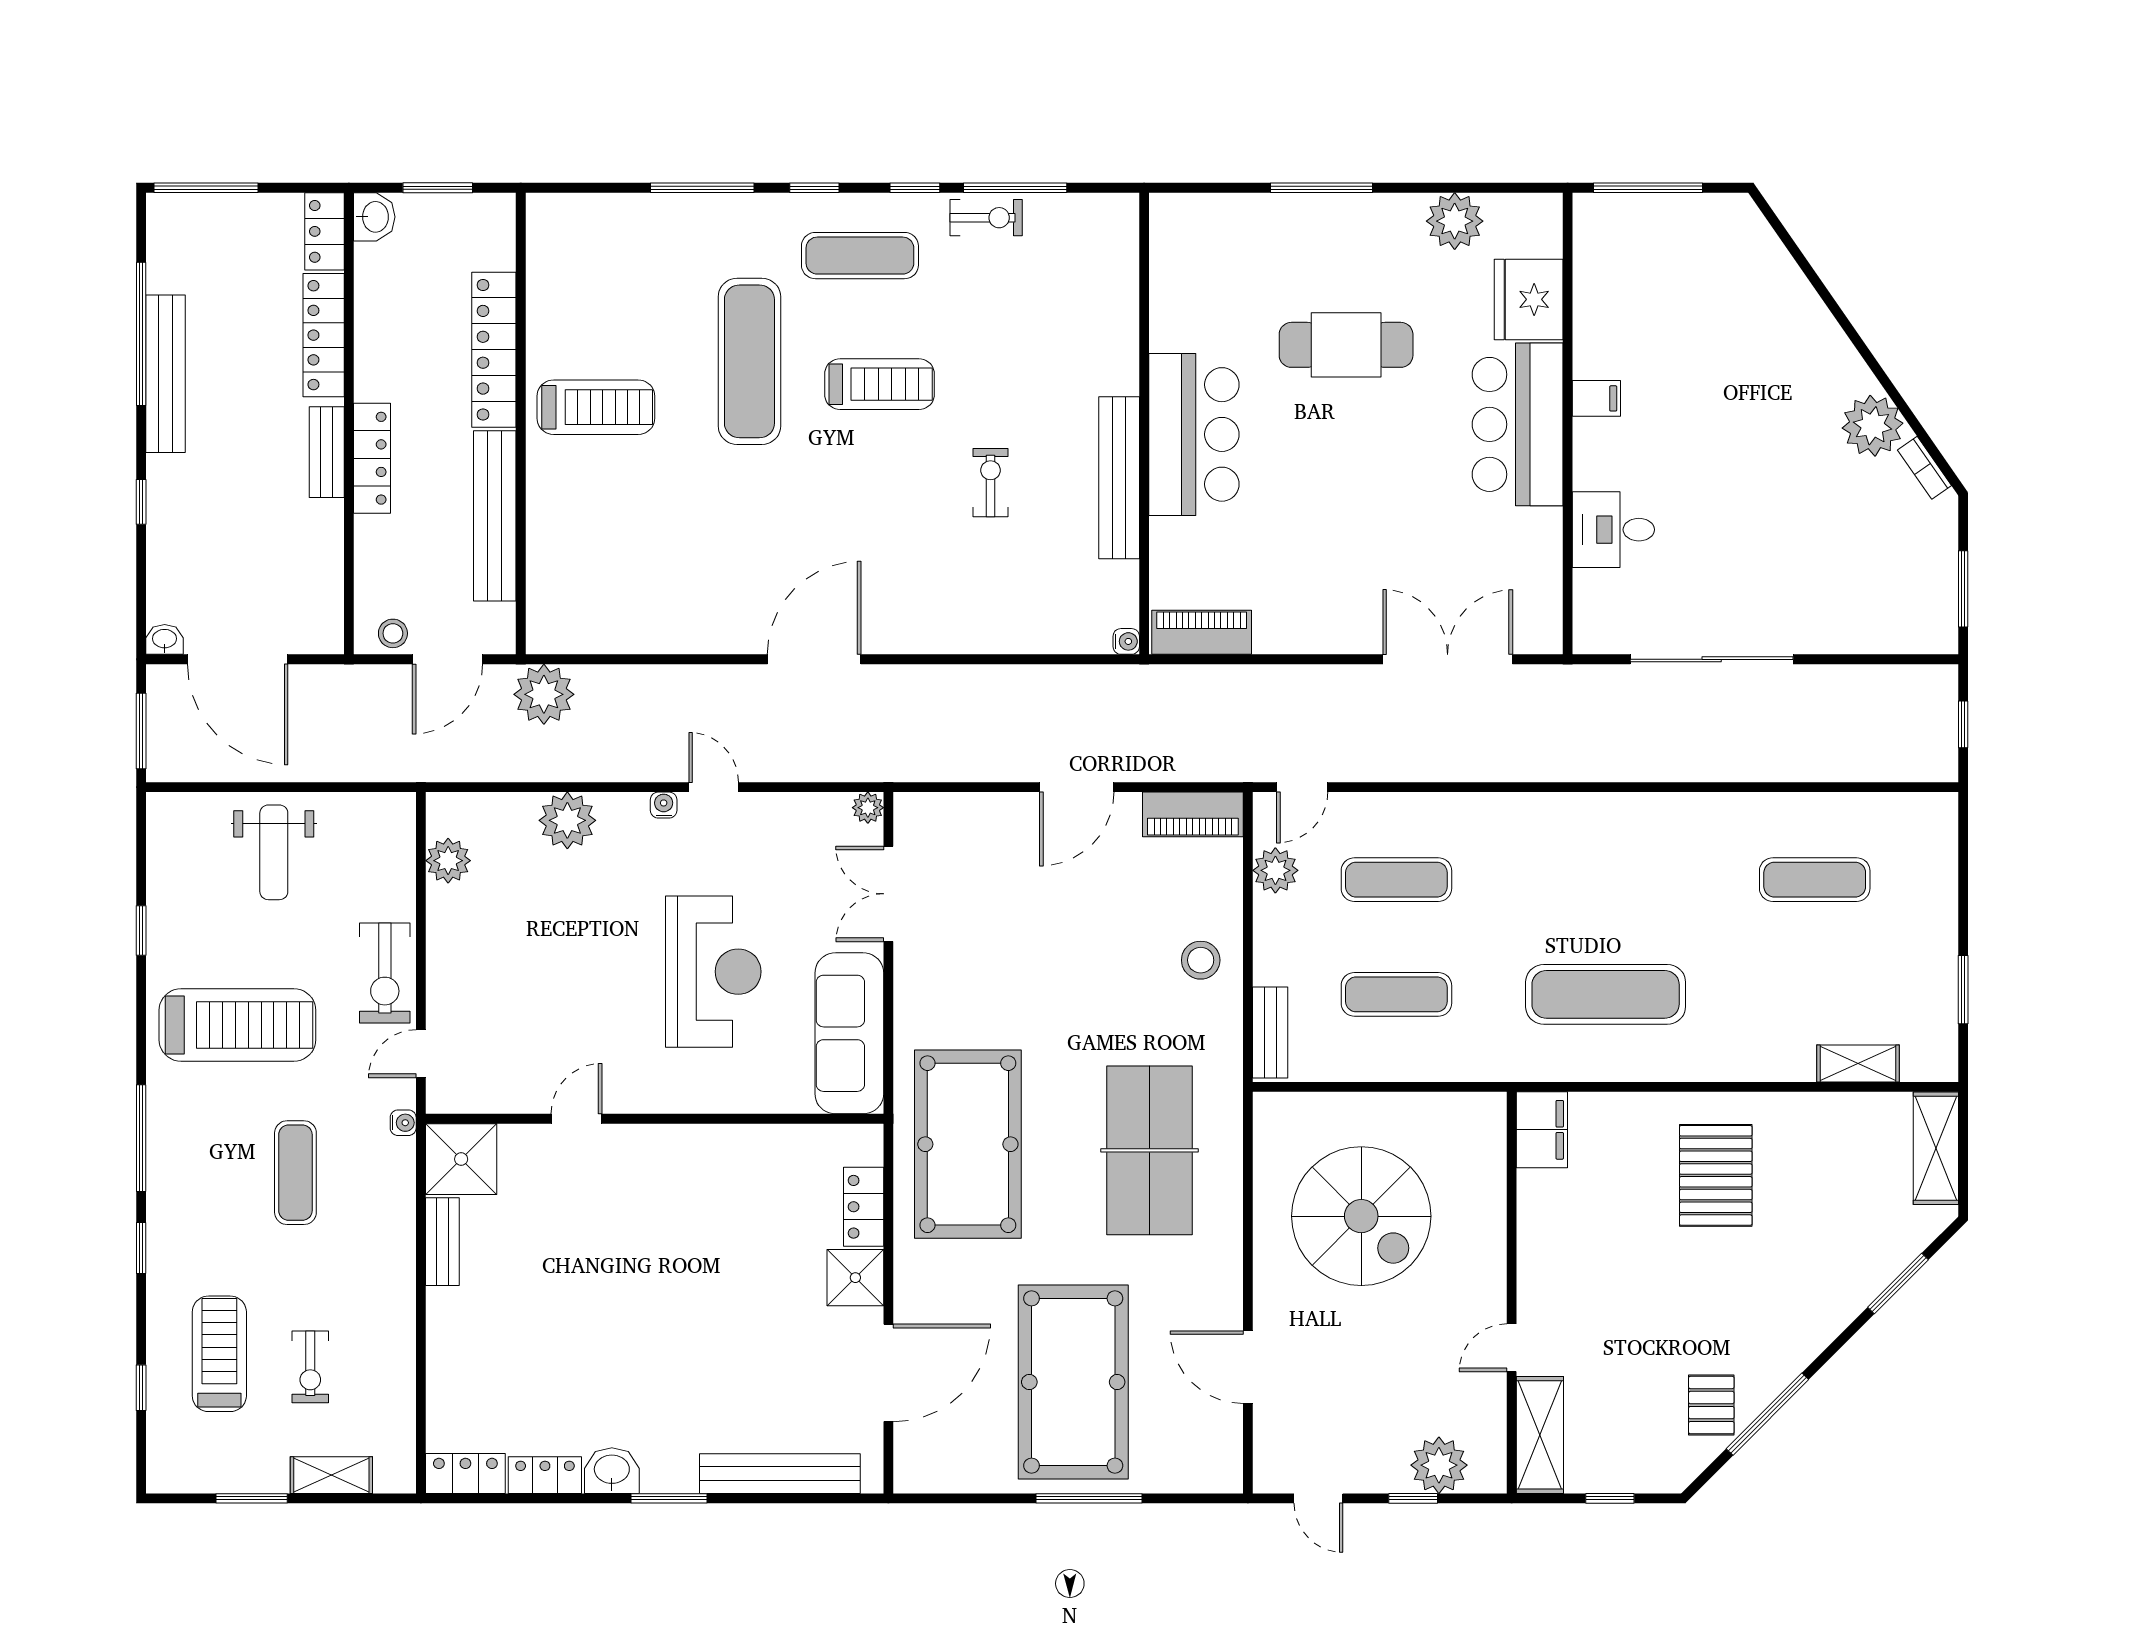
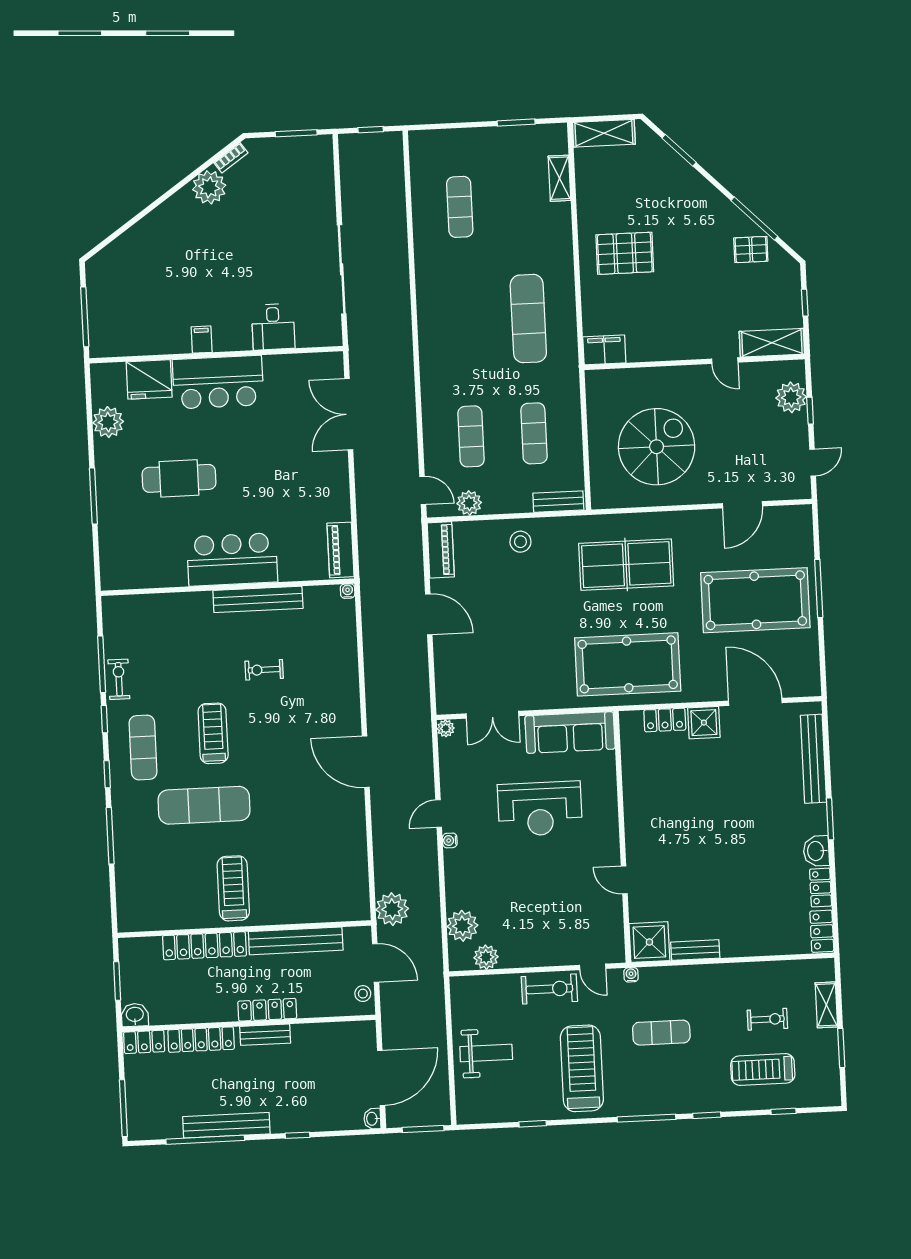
cafe table: (1346, 345) -> (179, 478), turned 90
plant: (567, 820) -> (462, 926), moved
reception desk: (713, 972) -> (540, 809), turned 180

